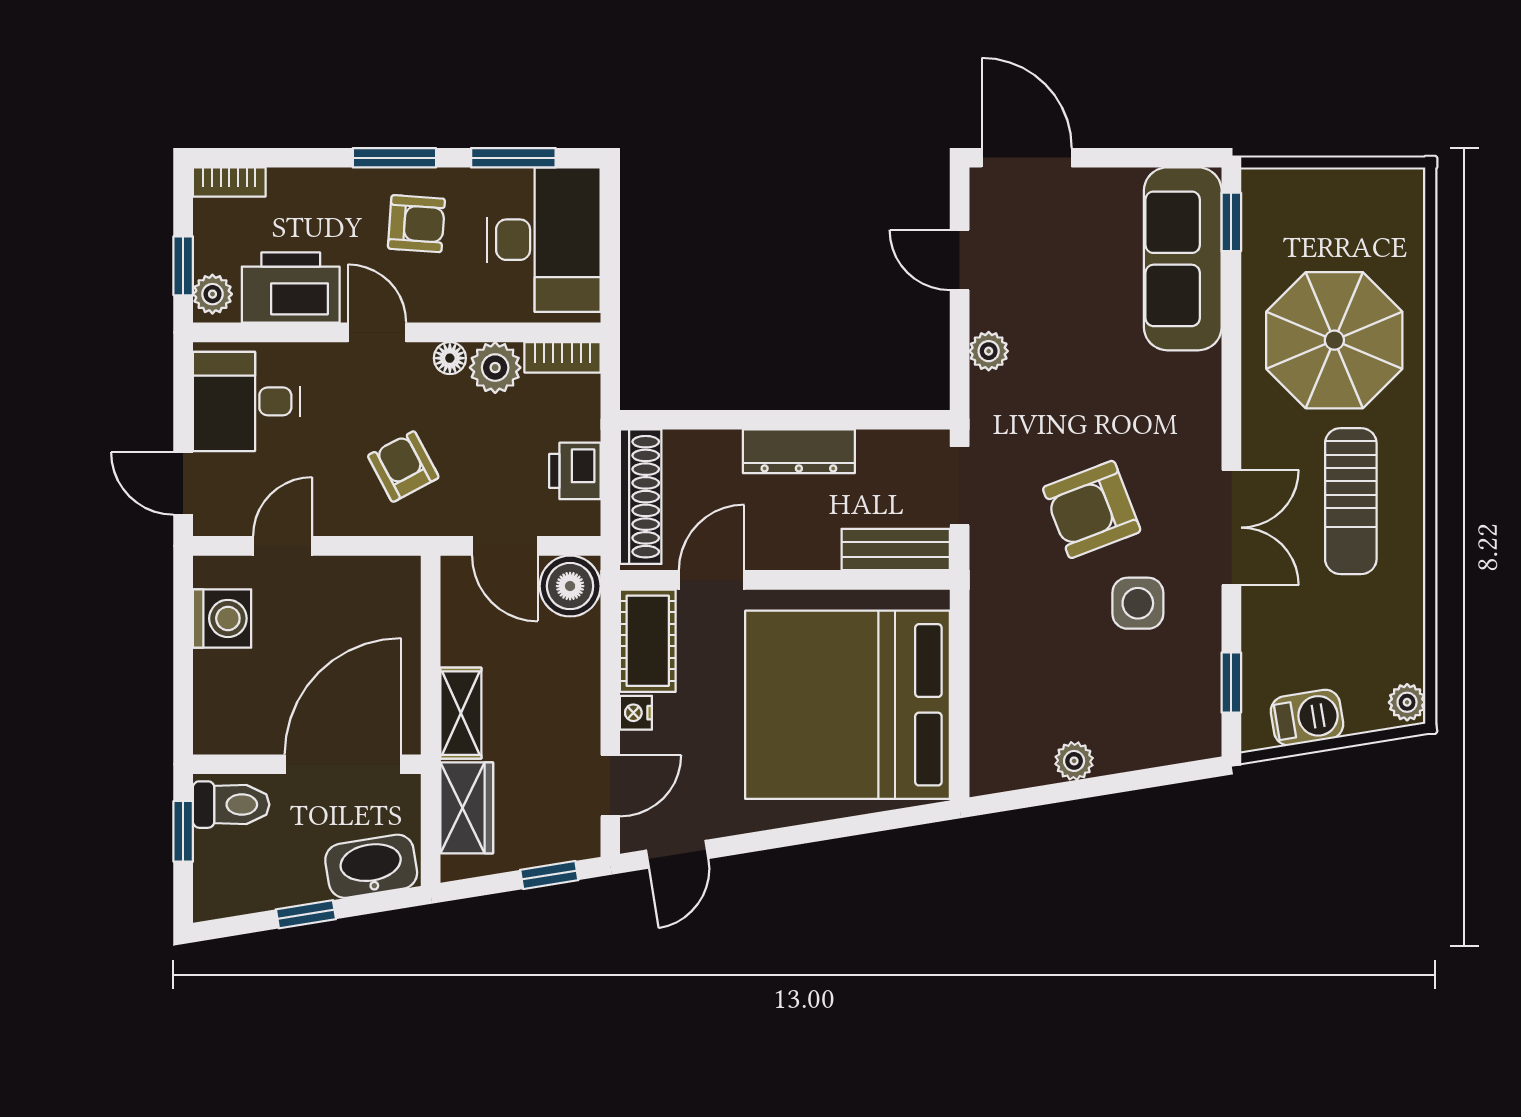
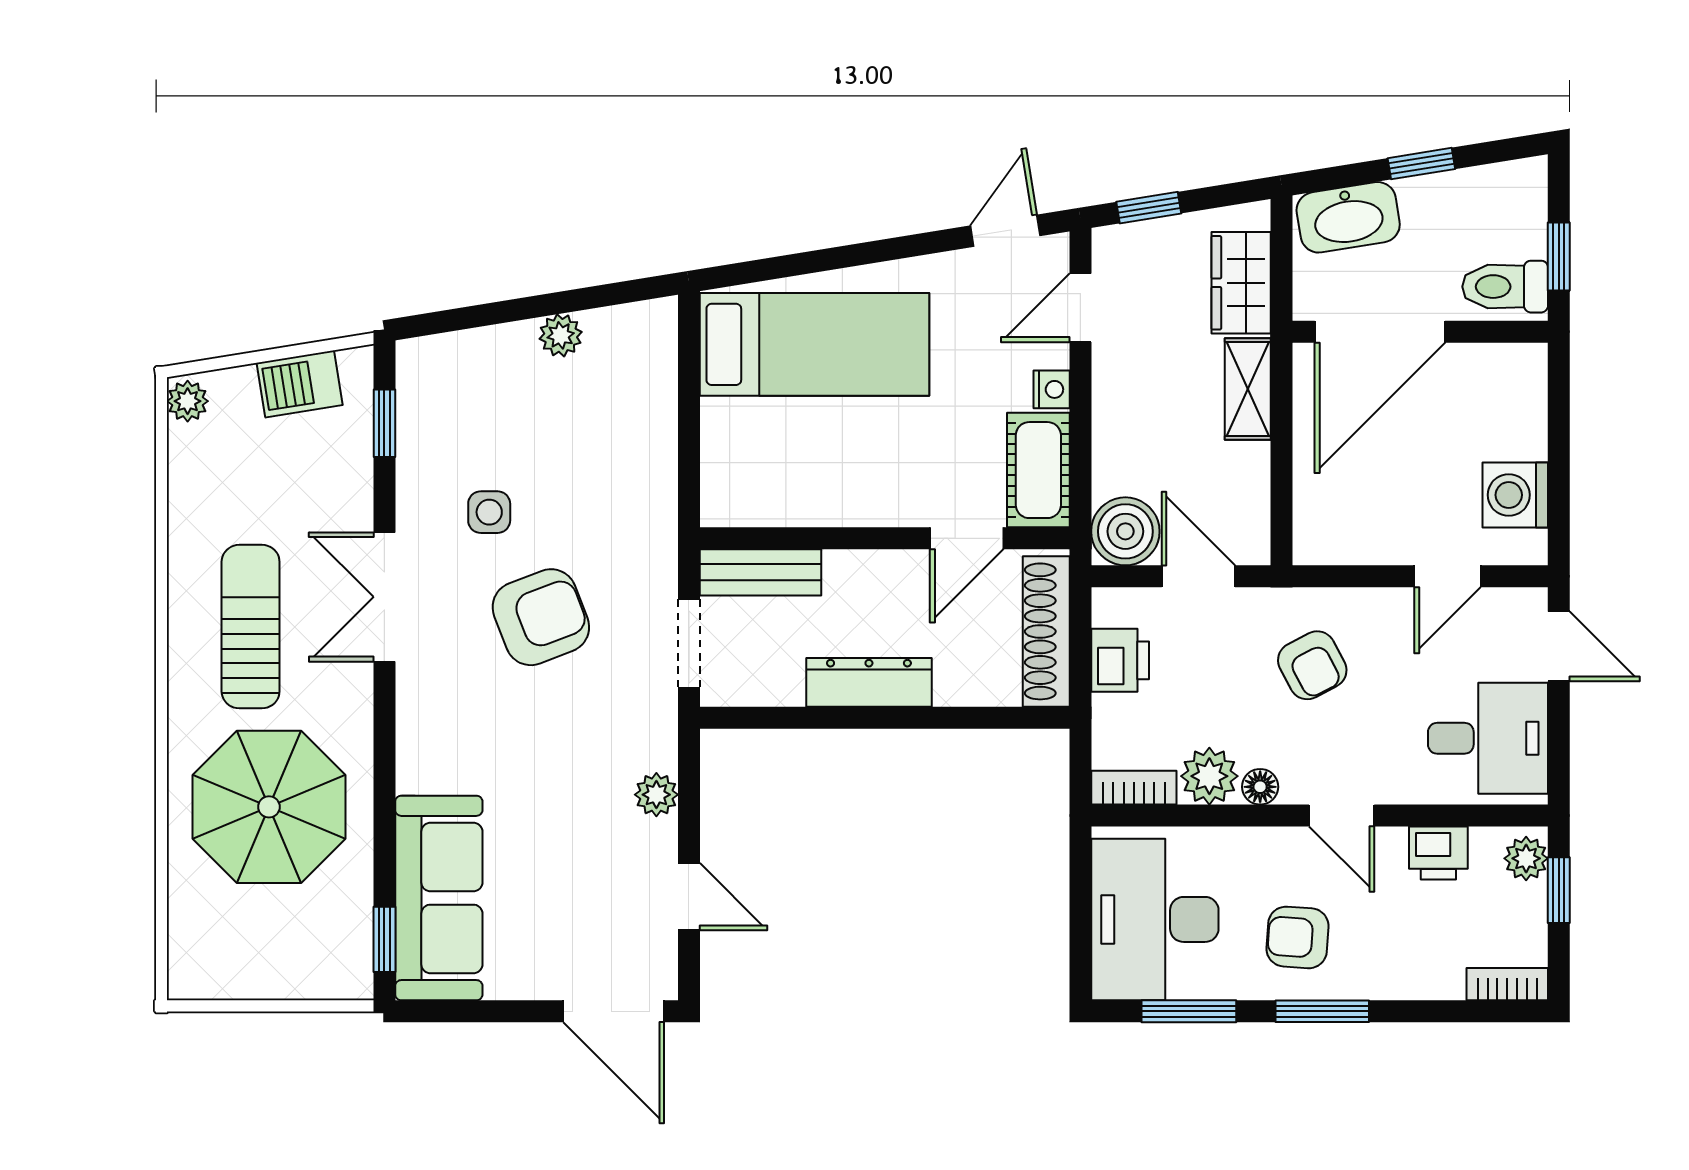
printer: (291, 288) -> (1438, 853), width x0.53, depth x0.68
side table: (1138, 603) -> (489, 512), width x0.73, depth x0.73
bed: (848, 705) -> (814, 344), width x0.49

